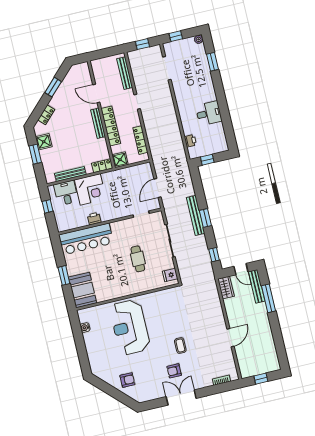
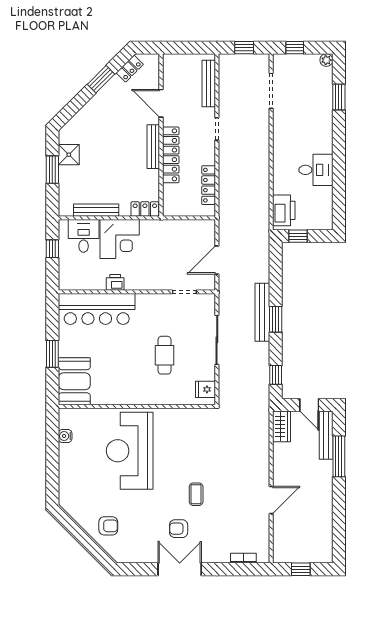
locker: (46, 115) -> (130, 69), moved
printer: (190, 141) -> (284, 210), width x1.87, depth x1.48
shower: (120, 160) -> (173, 206), removed

